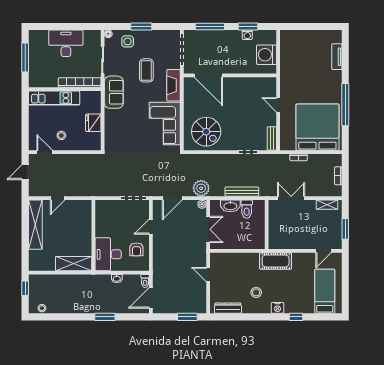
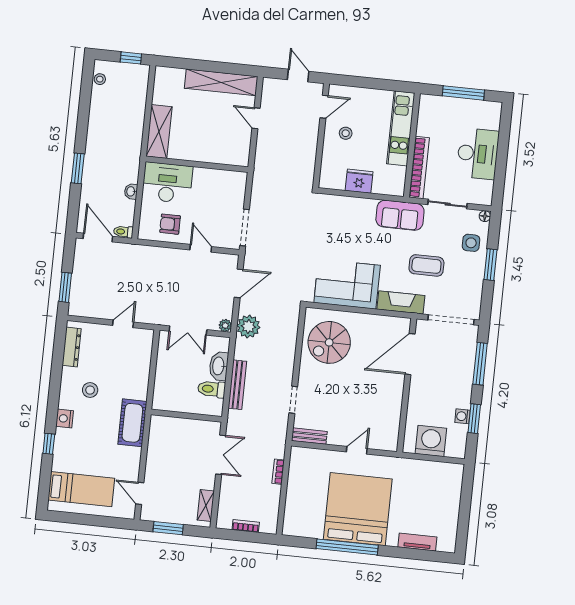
bed: (317, 127) -> (358, 509), moved, turned -90
door: (172, 198) -> (239, 283), swing flipped

